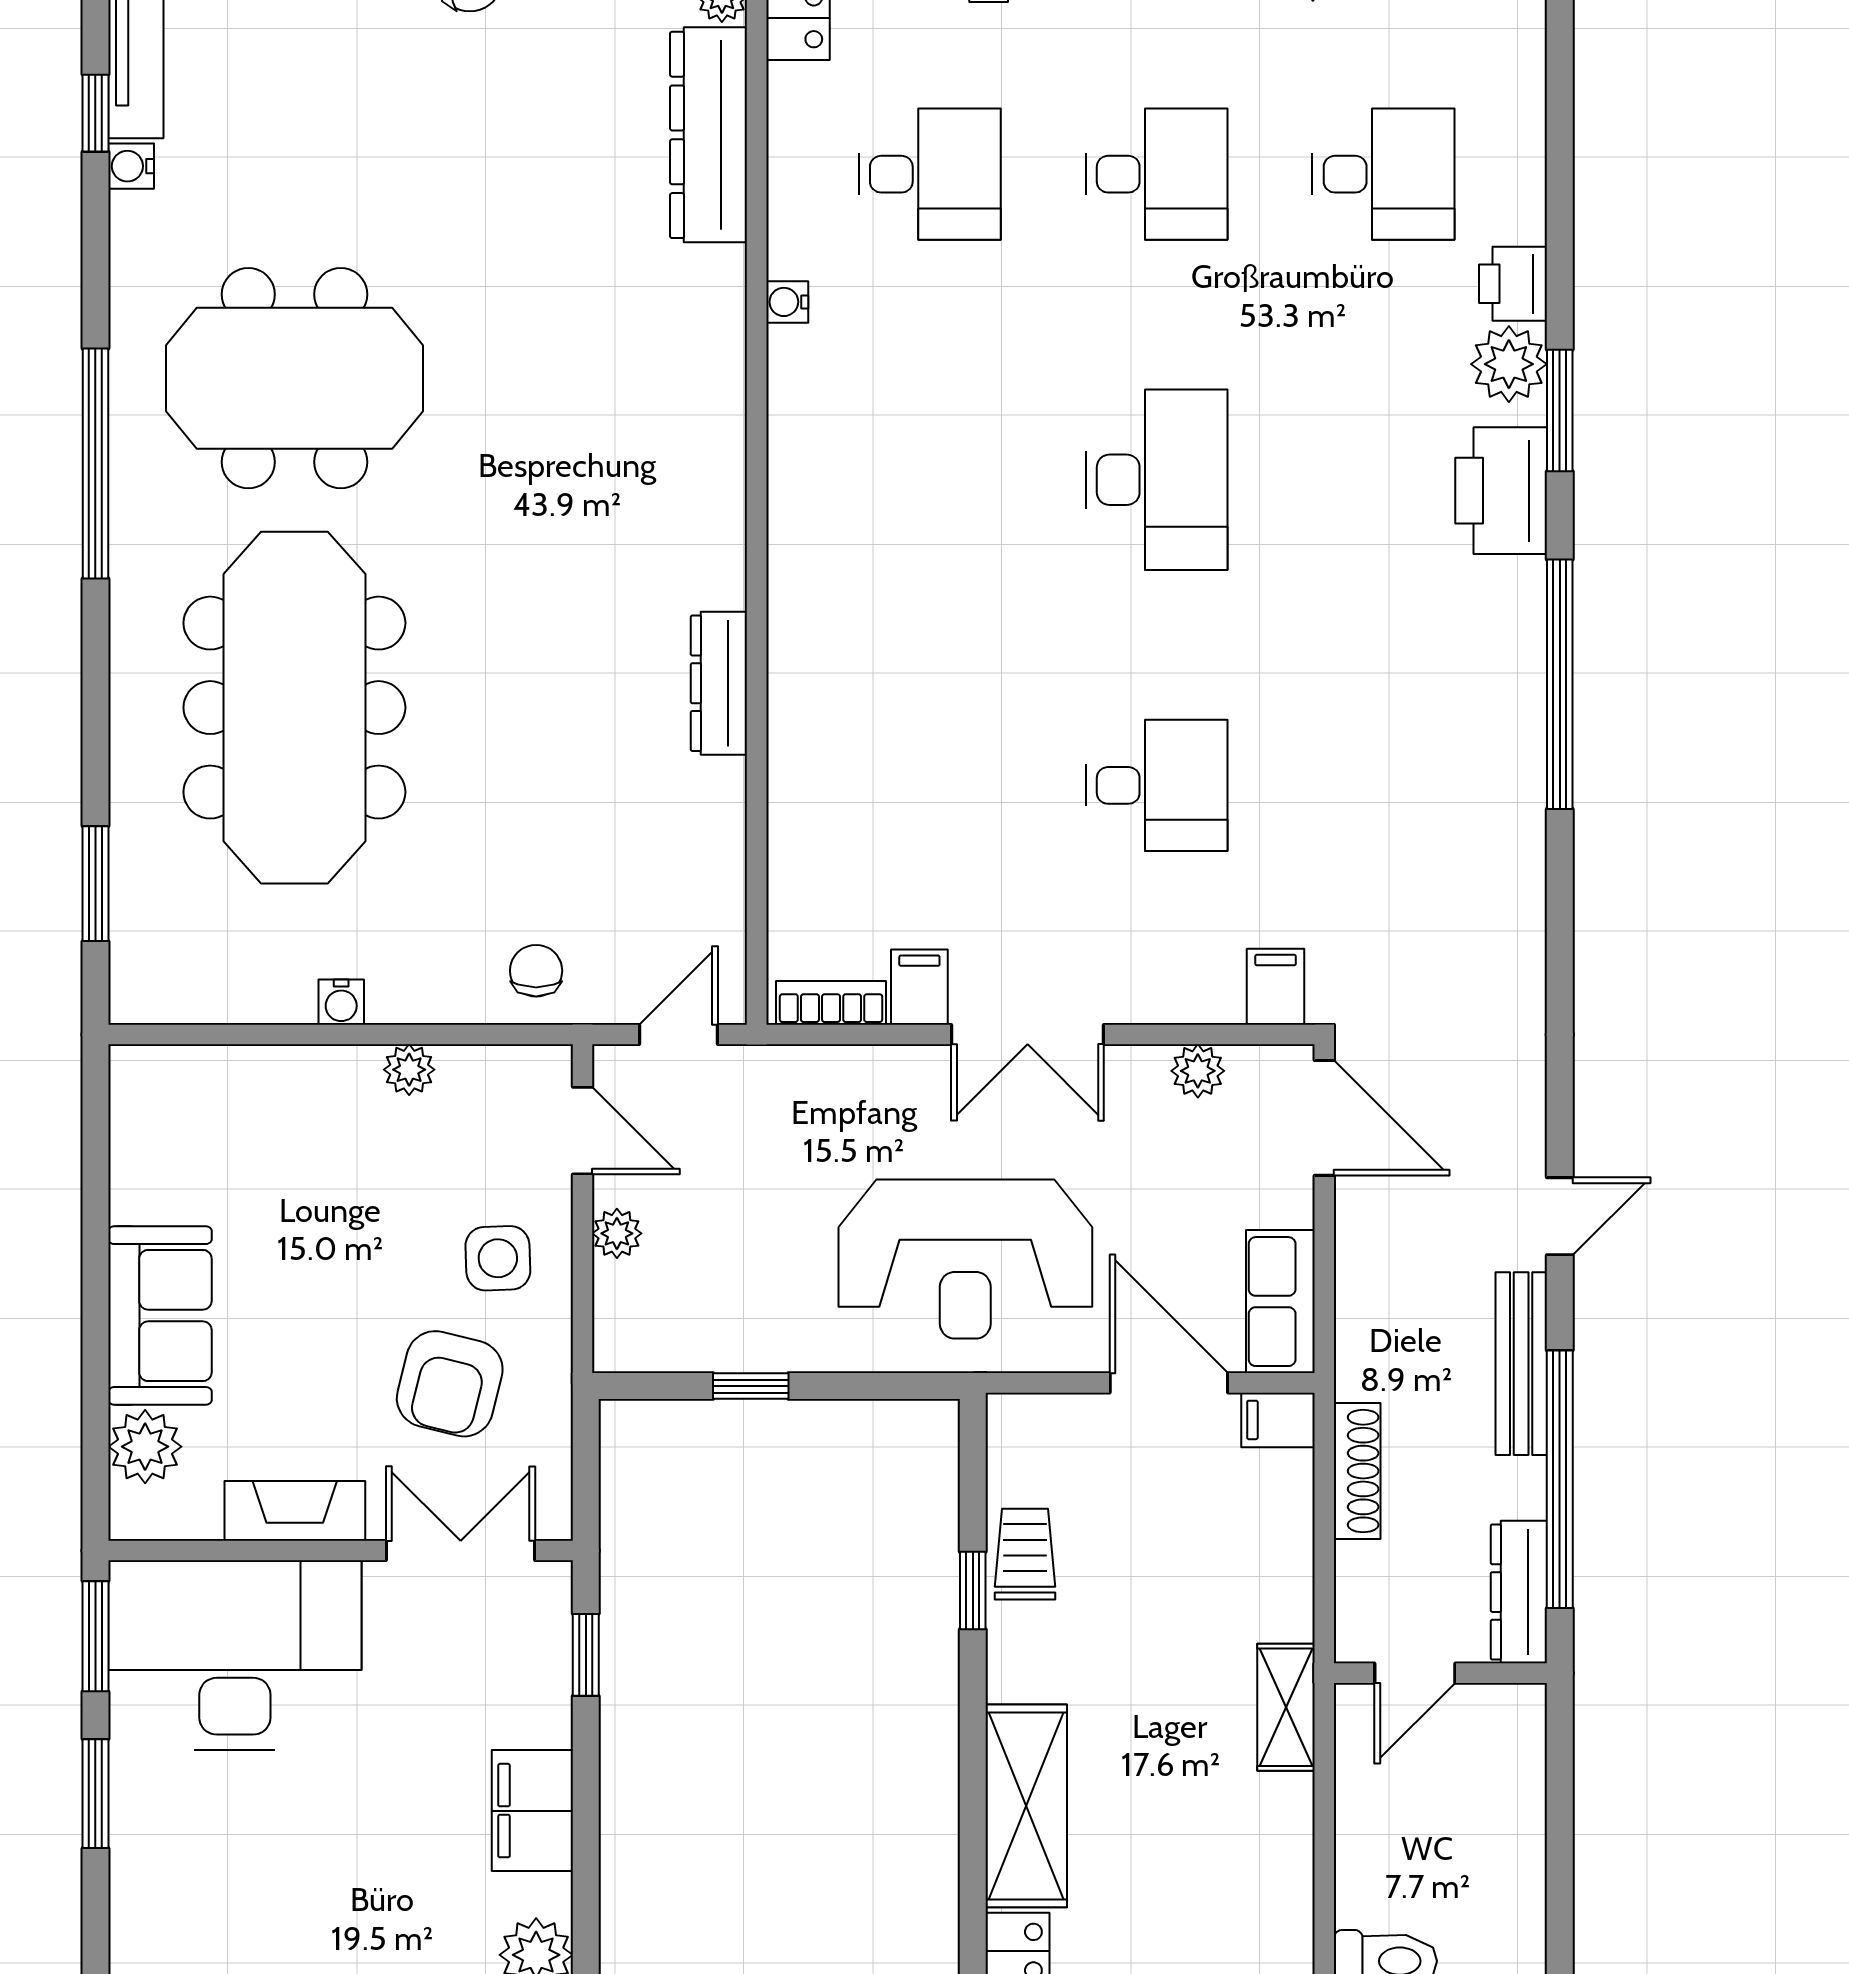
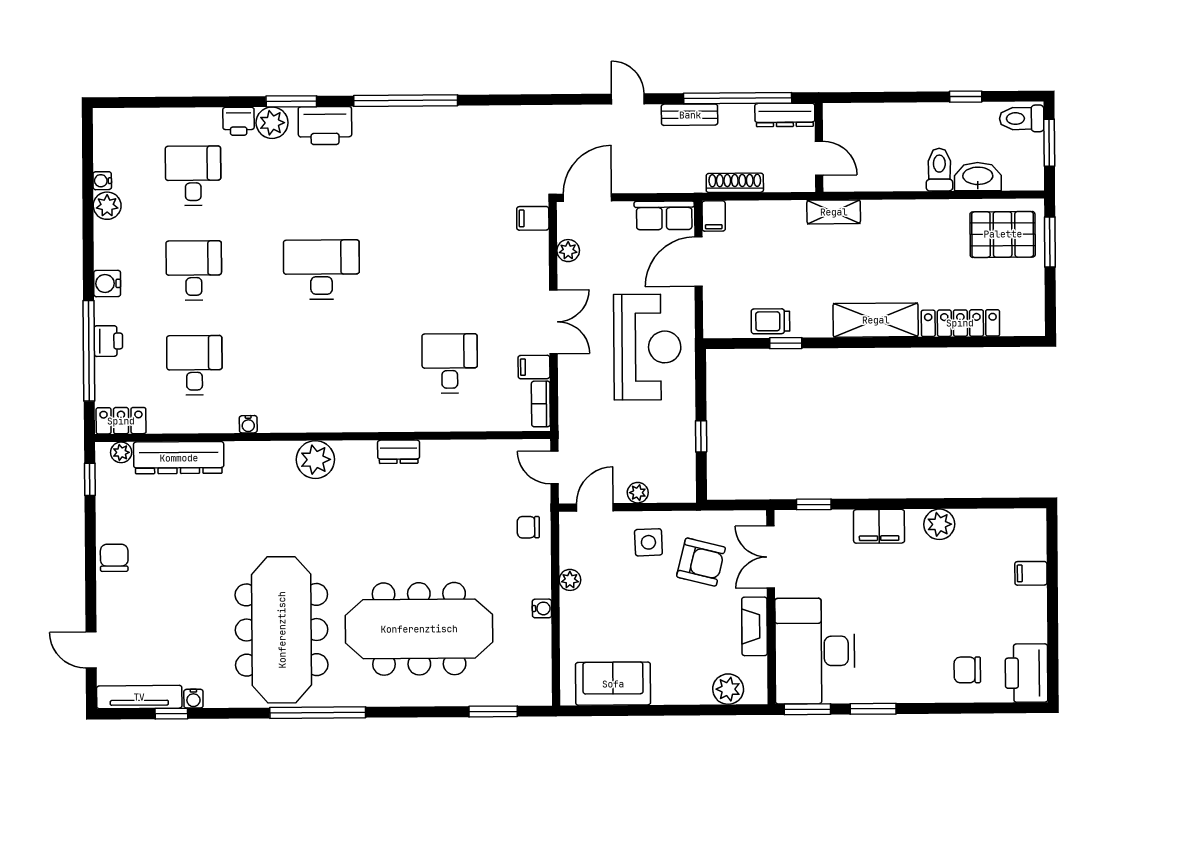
meeting table: (295, 378) -> (282, 630), width x1.36
plant: (701, 462) -> (315, 460), added
dresser: (719, 683) -> (399, 452), width x0.70
desk: (1157, 785) -> (450, 363), moved
sofa: (160, 1316) -> (613, 684), moved
bench: (1521, 1364) -> (690, 115), width x0.73

